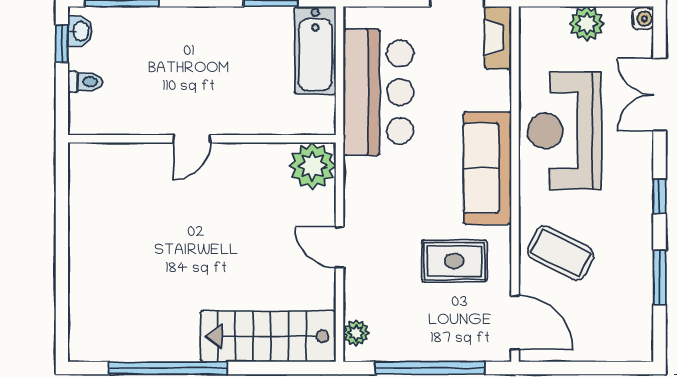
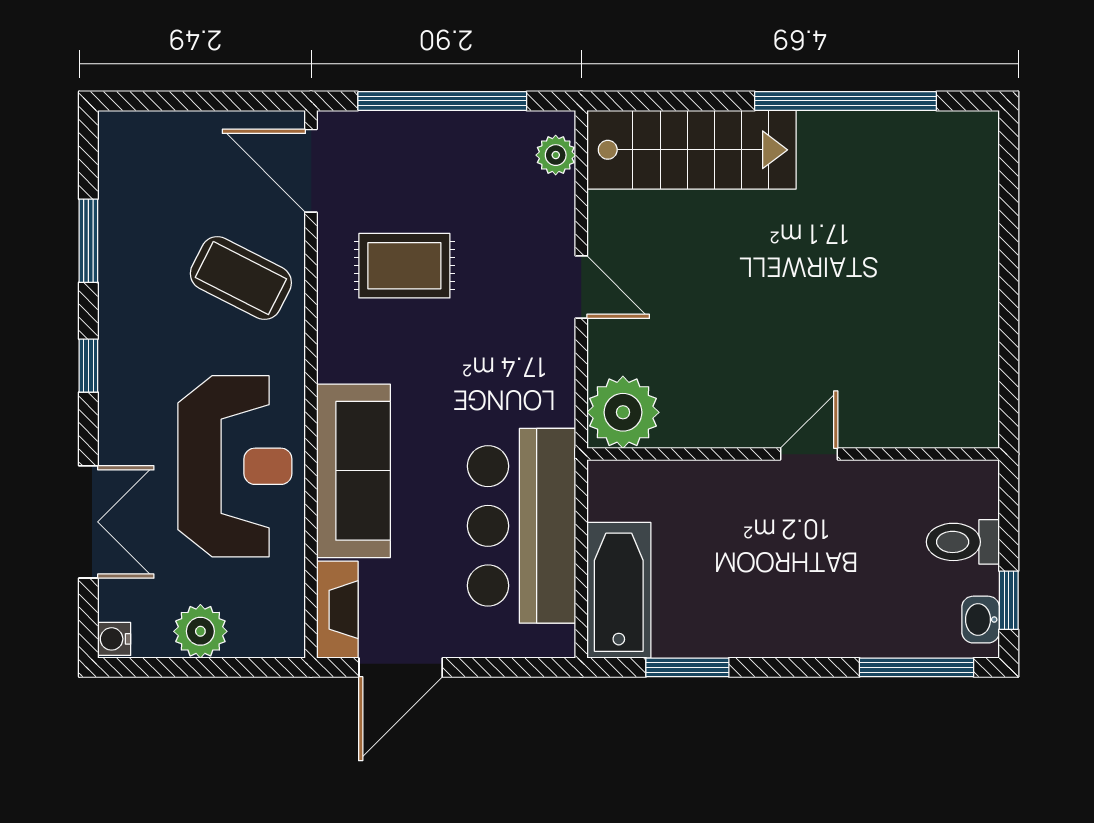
toilet: (85, 82) -> (963, 542), width x1.37, depth x1.39
sofa: (487, 168) -> (354, 471), moved

